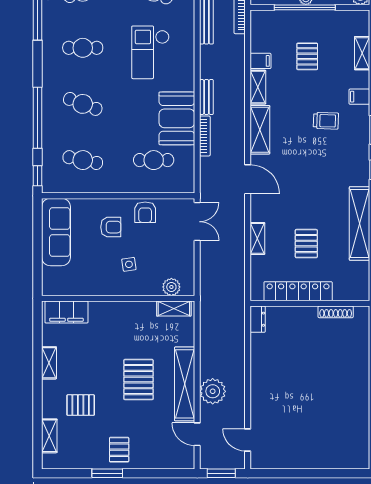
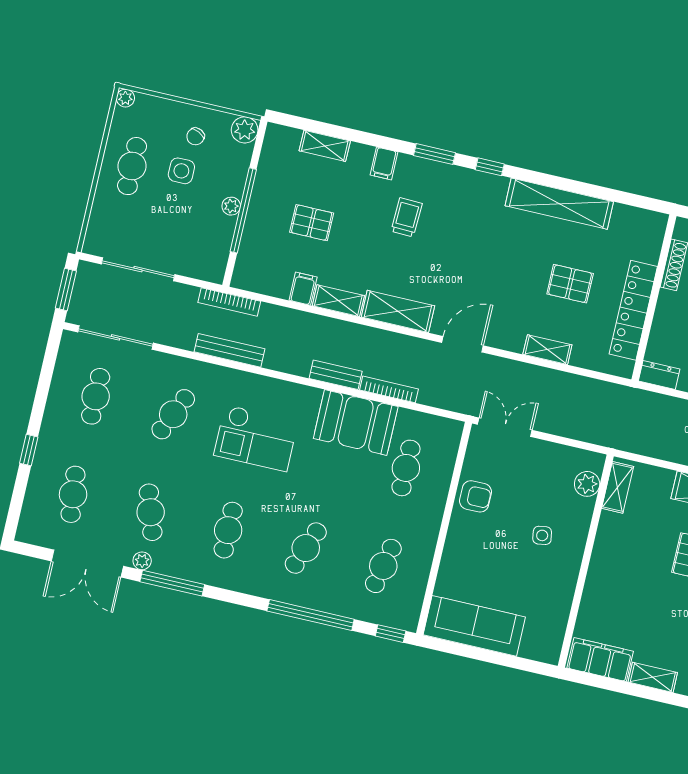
armchair: (111, 227) -> (485, 549), removed
filing cabinet: (66, 312) -> (600, 660), moved, turned -90

